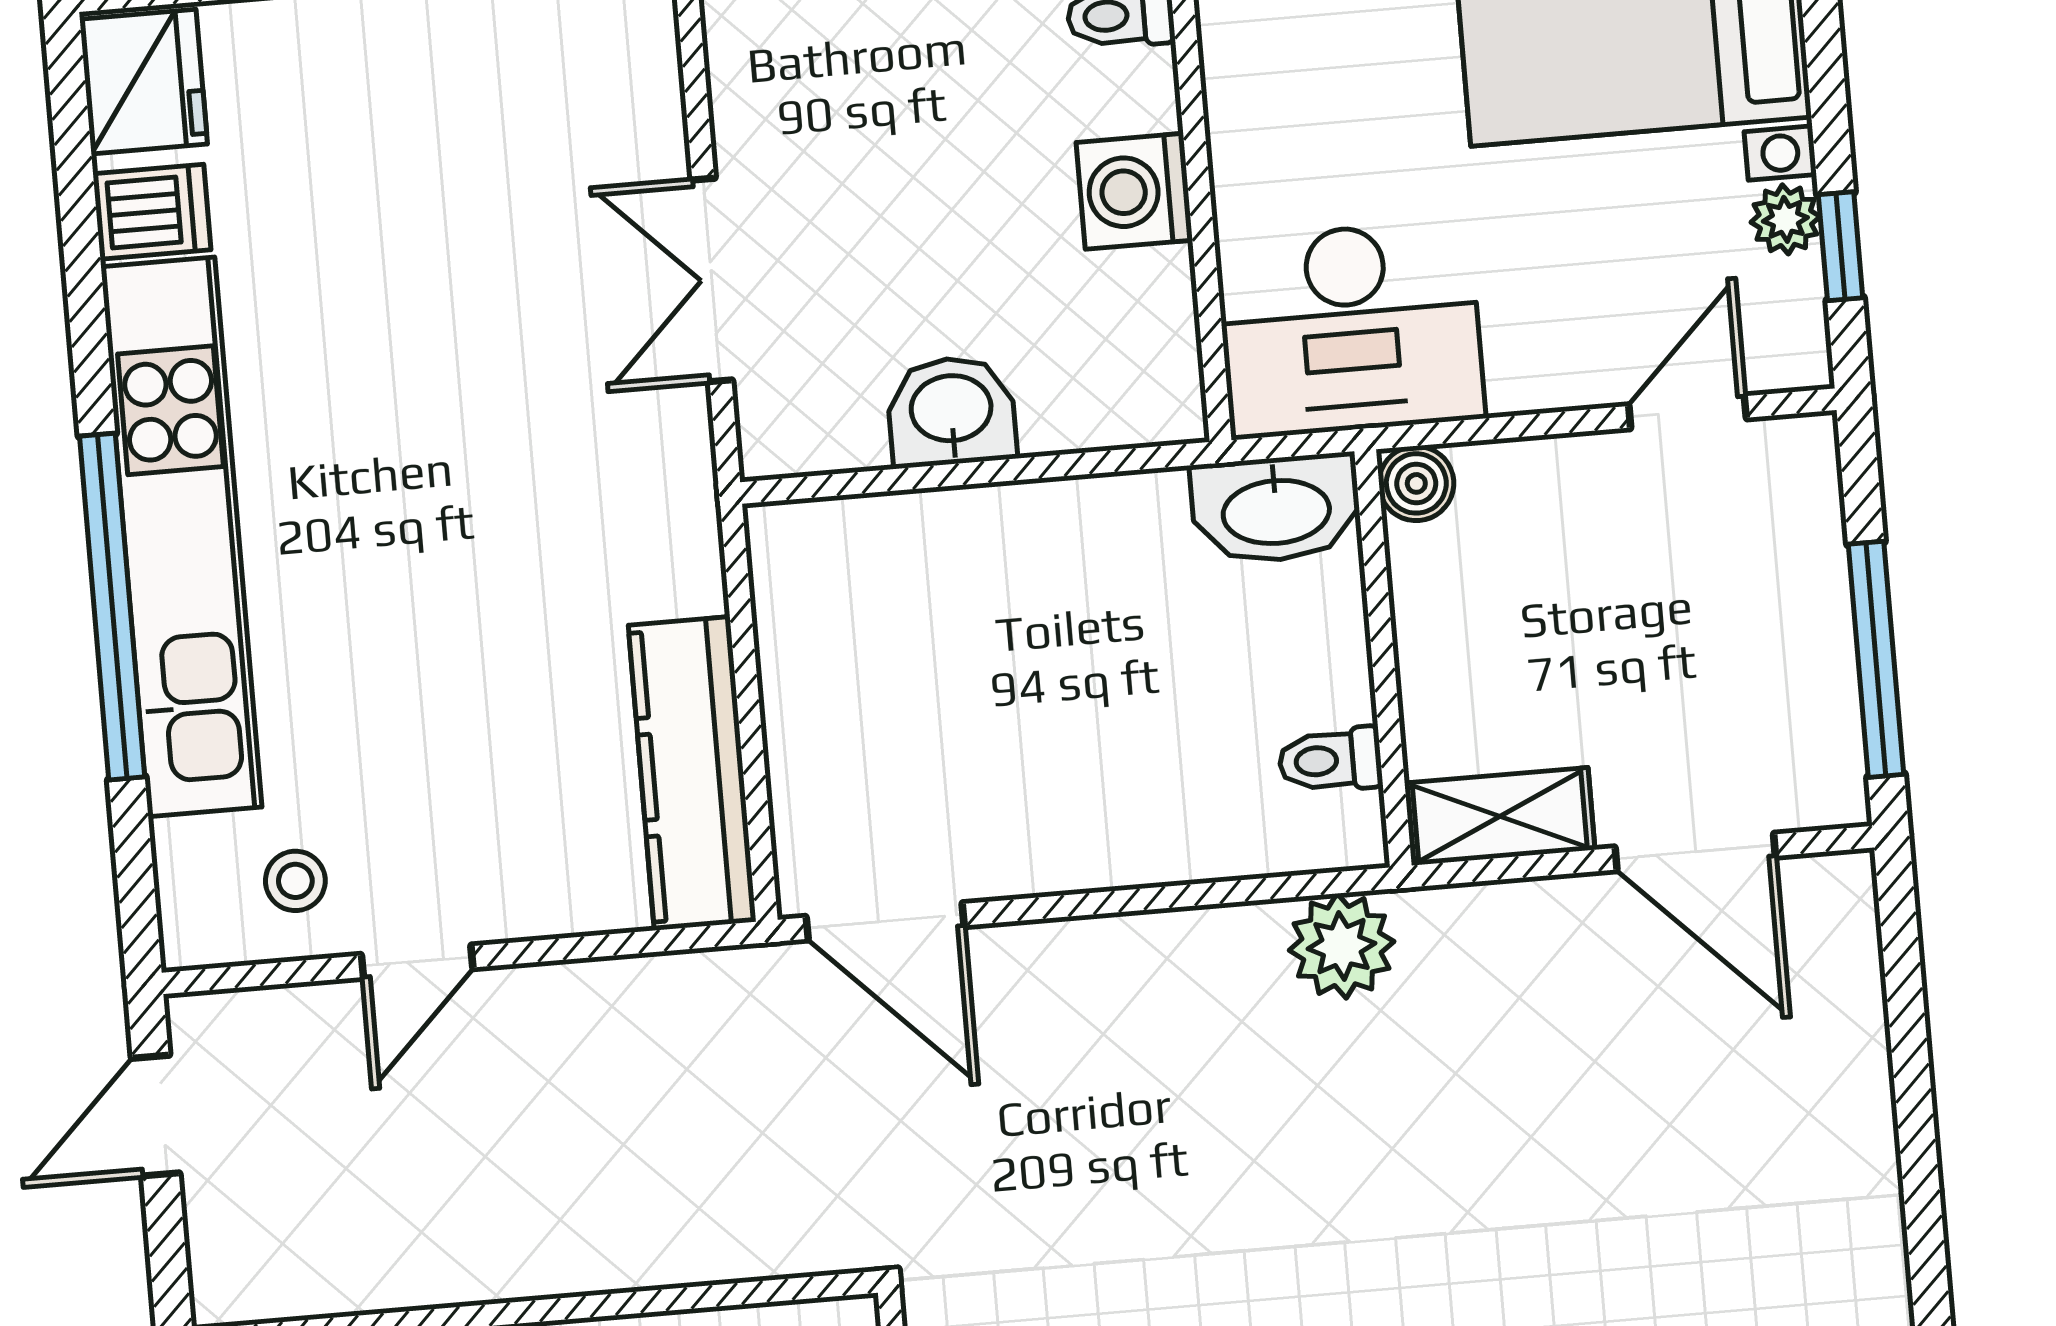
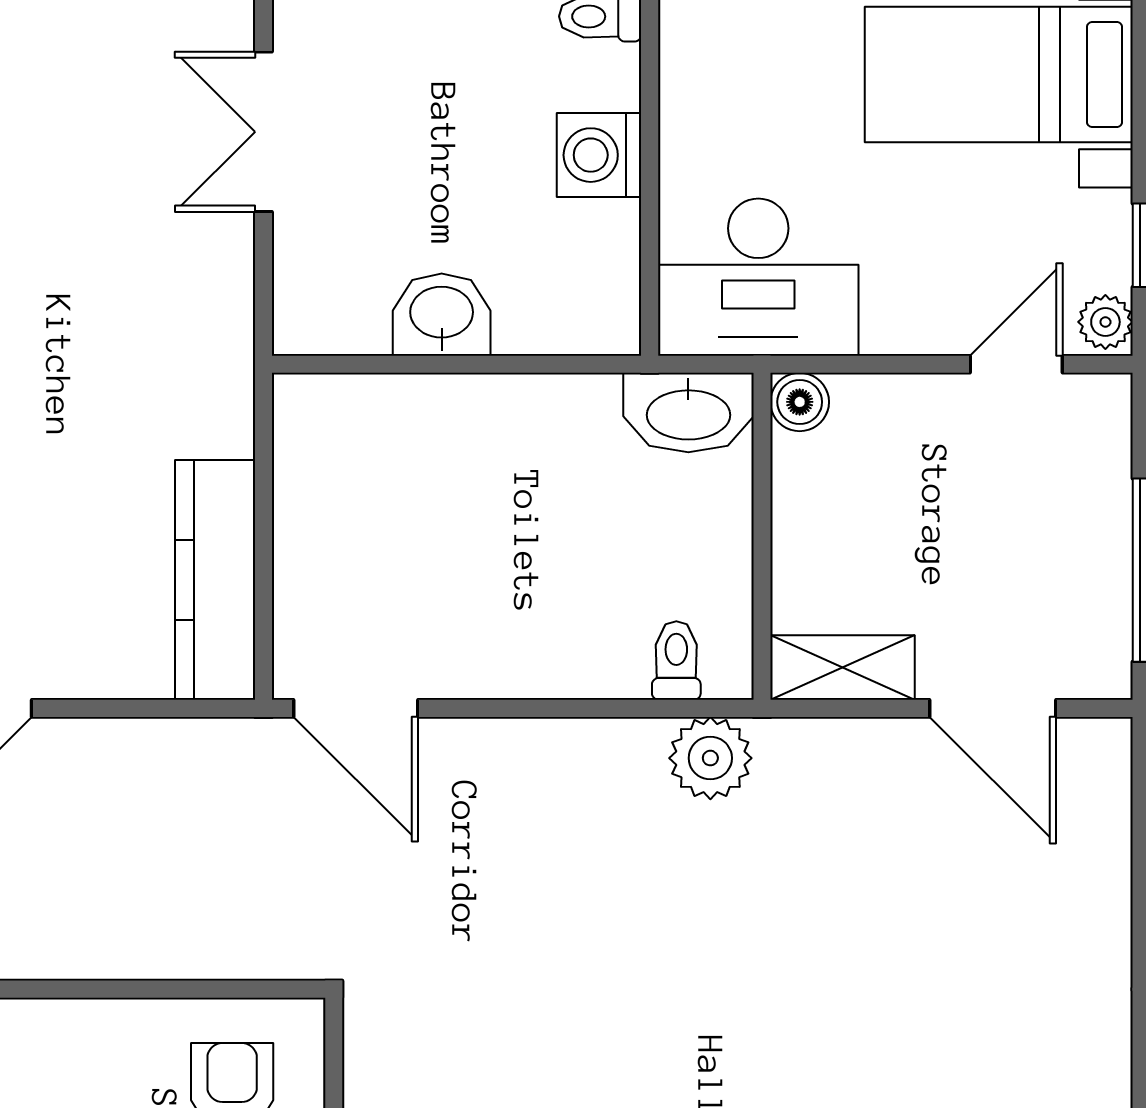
plant: (1785, 219) -> (1105, 322), moved
double door: (712, 280) -> (263, 132), moved
toilet: (1330, 760) -> (676, 660), moved, turned 90

